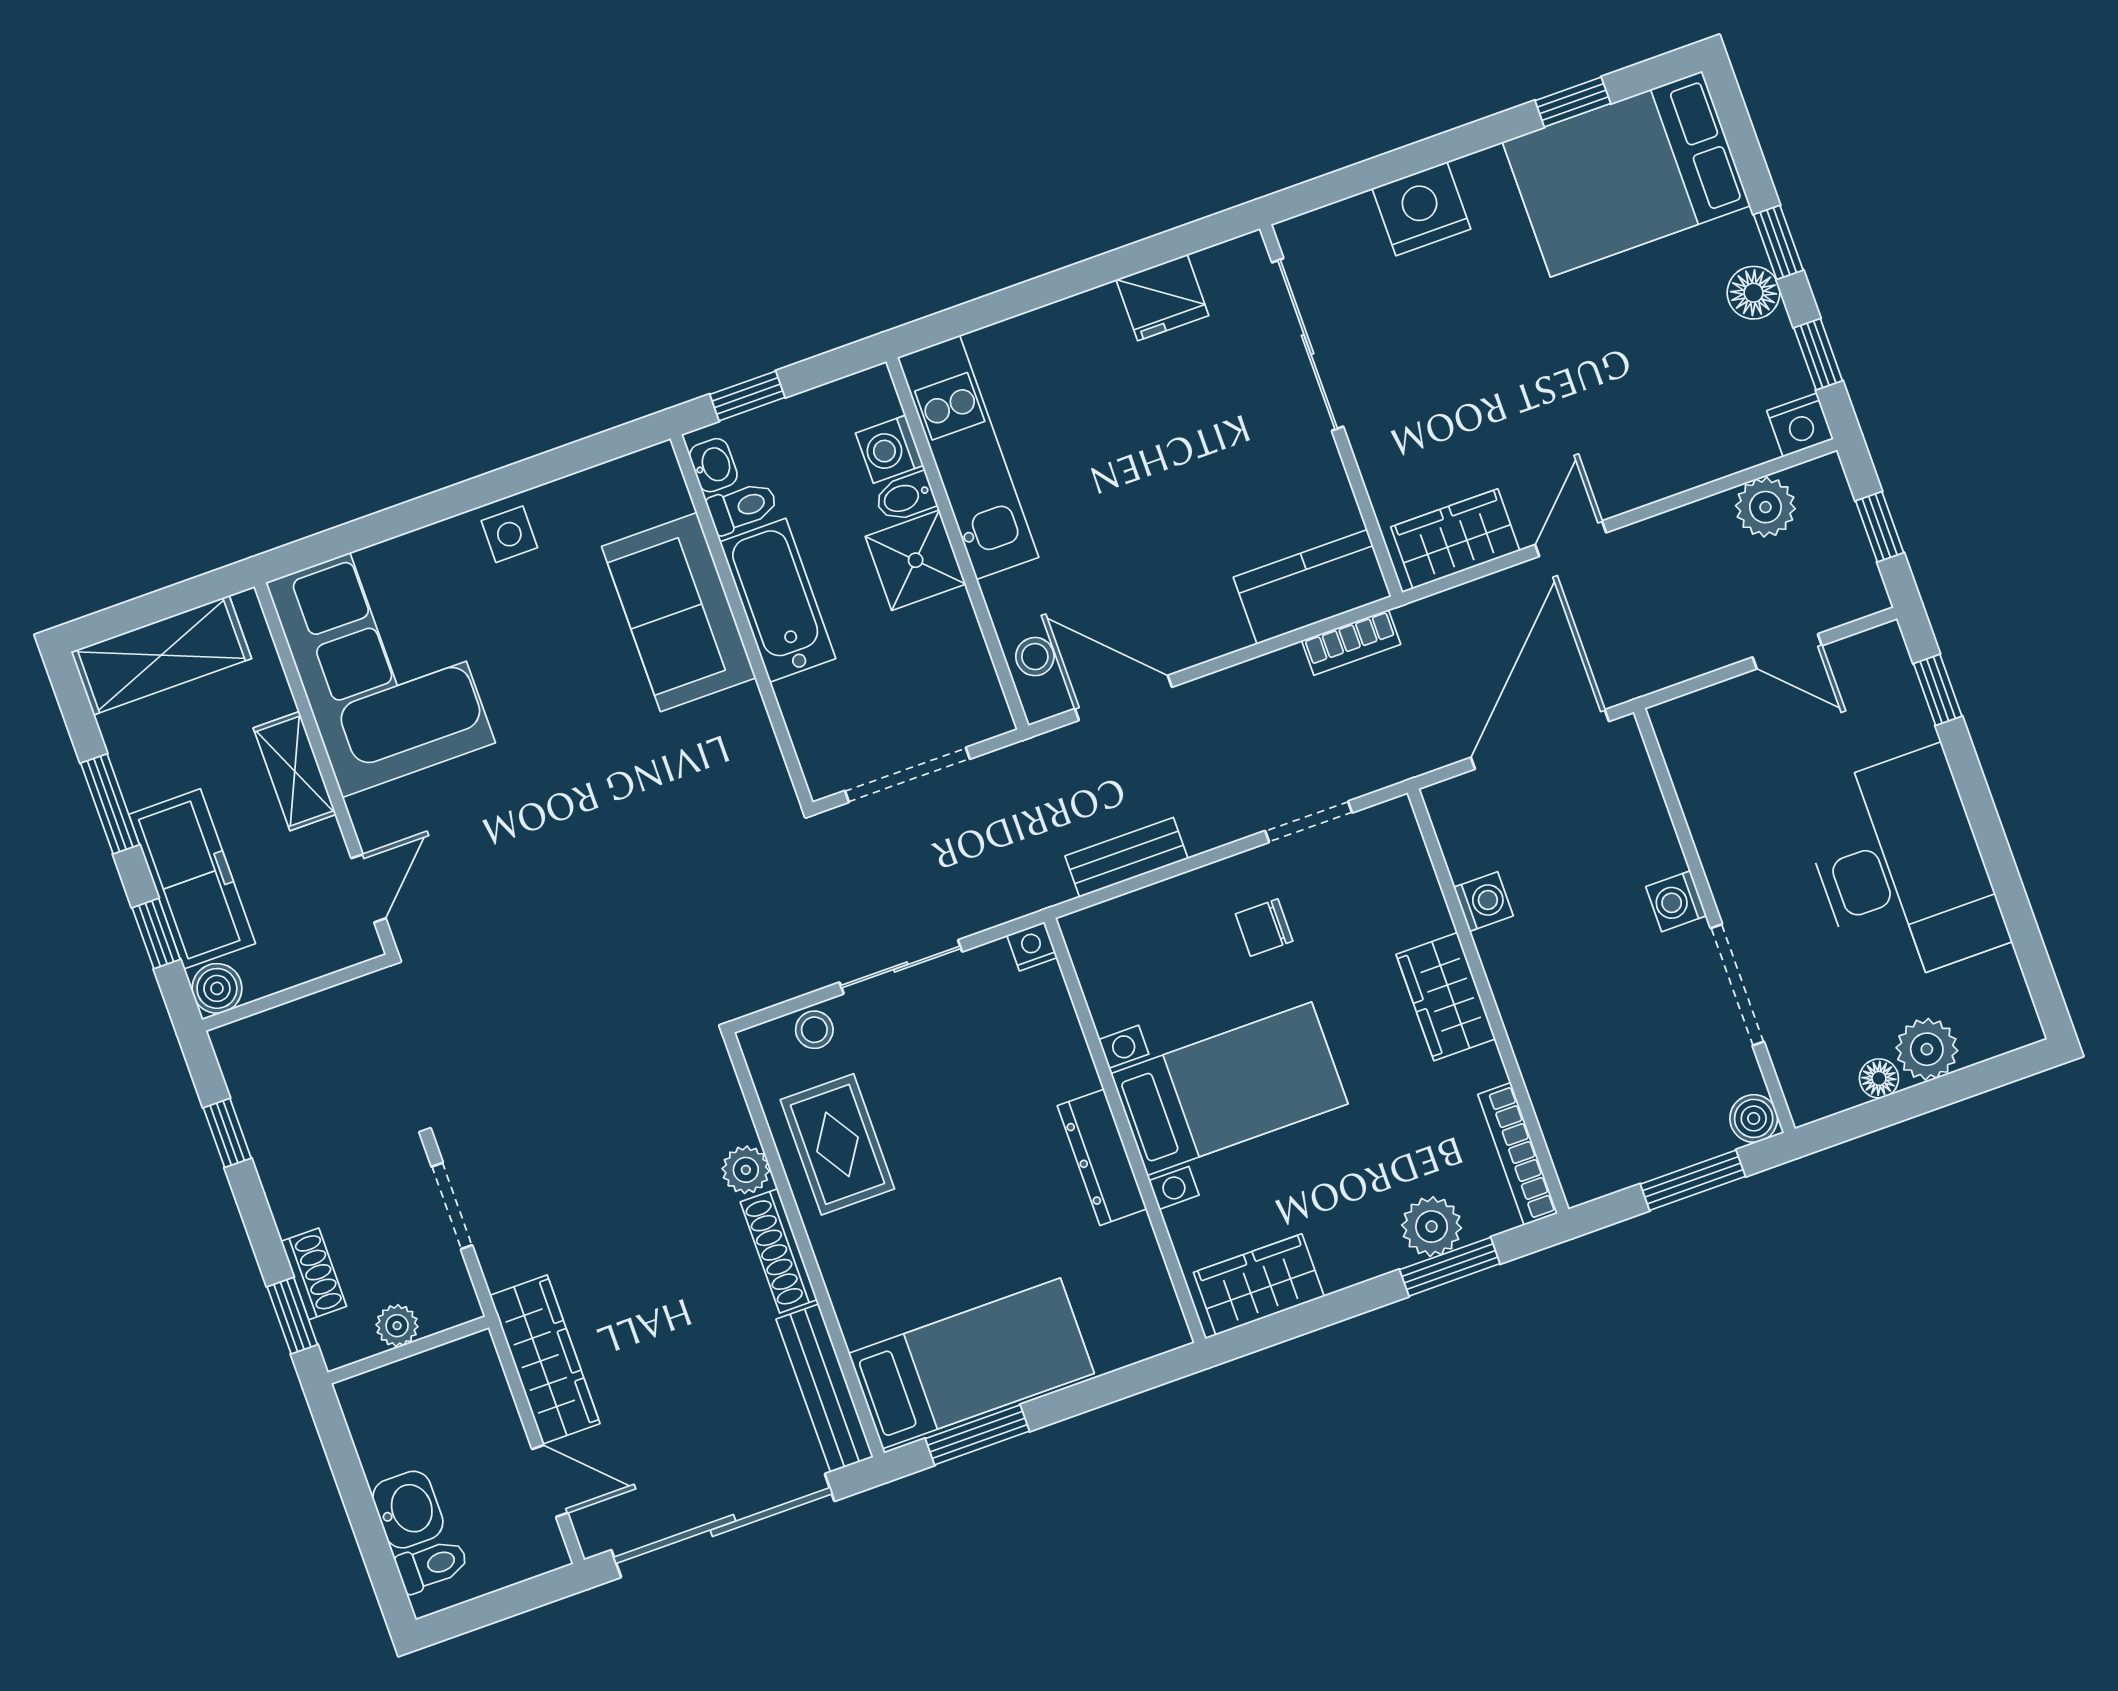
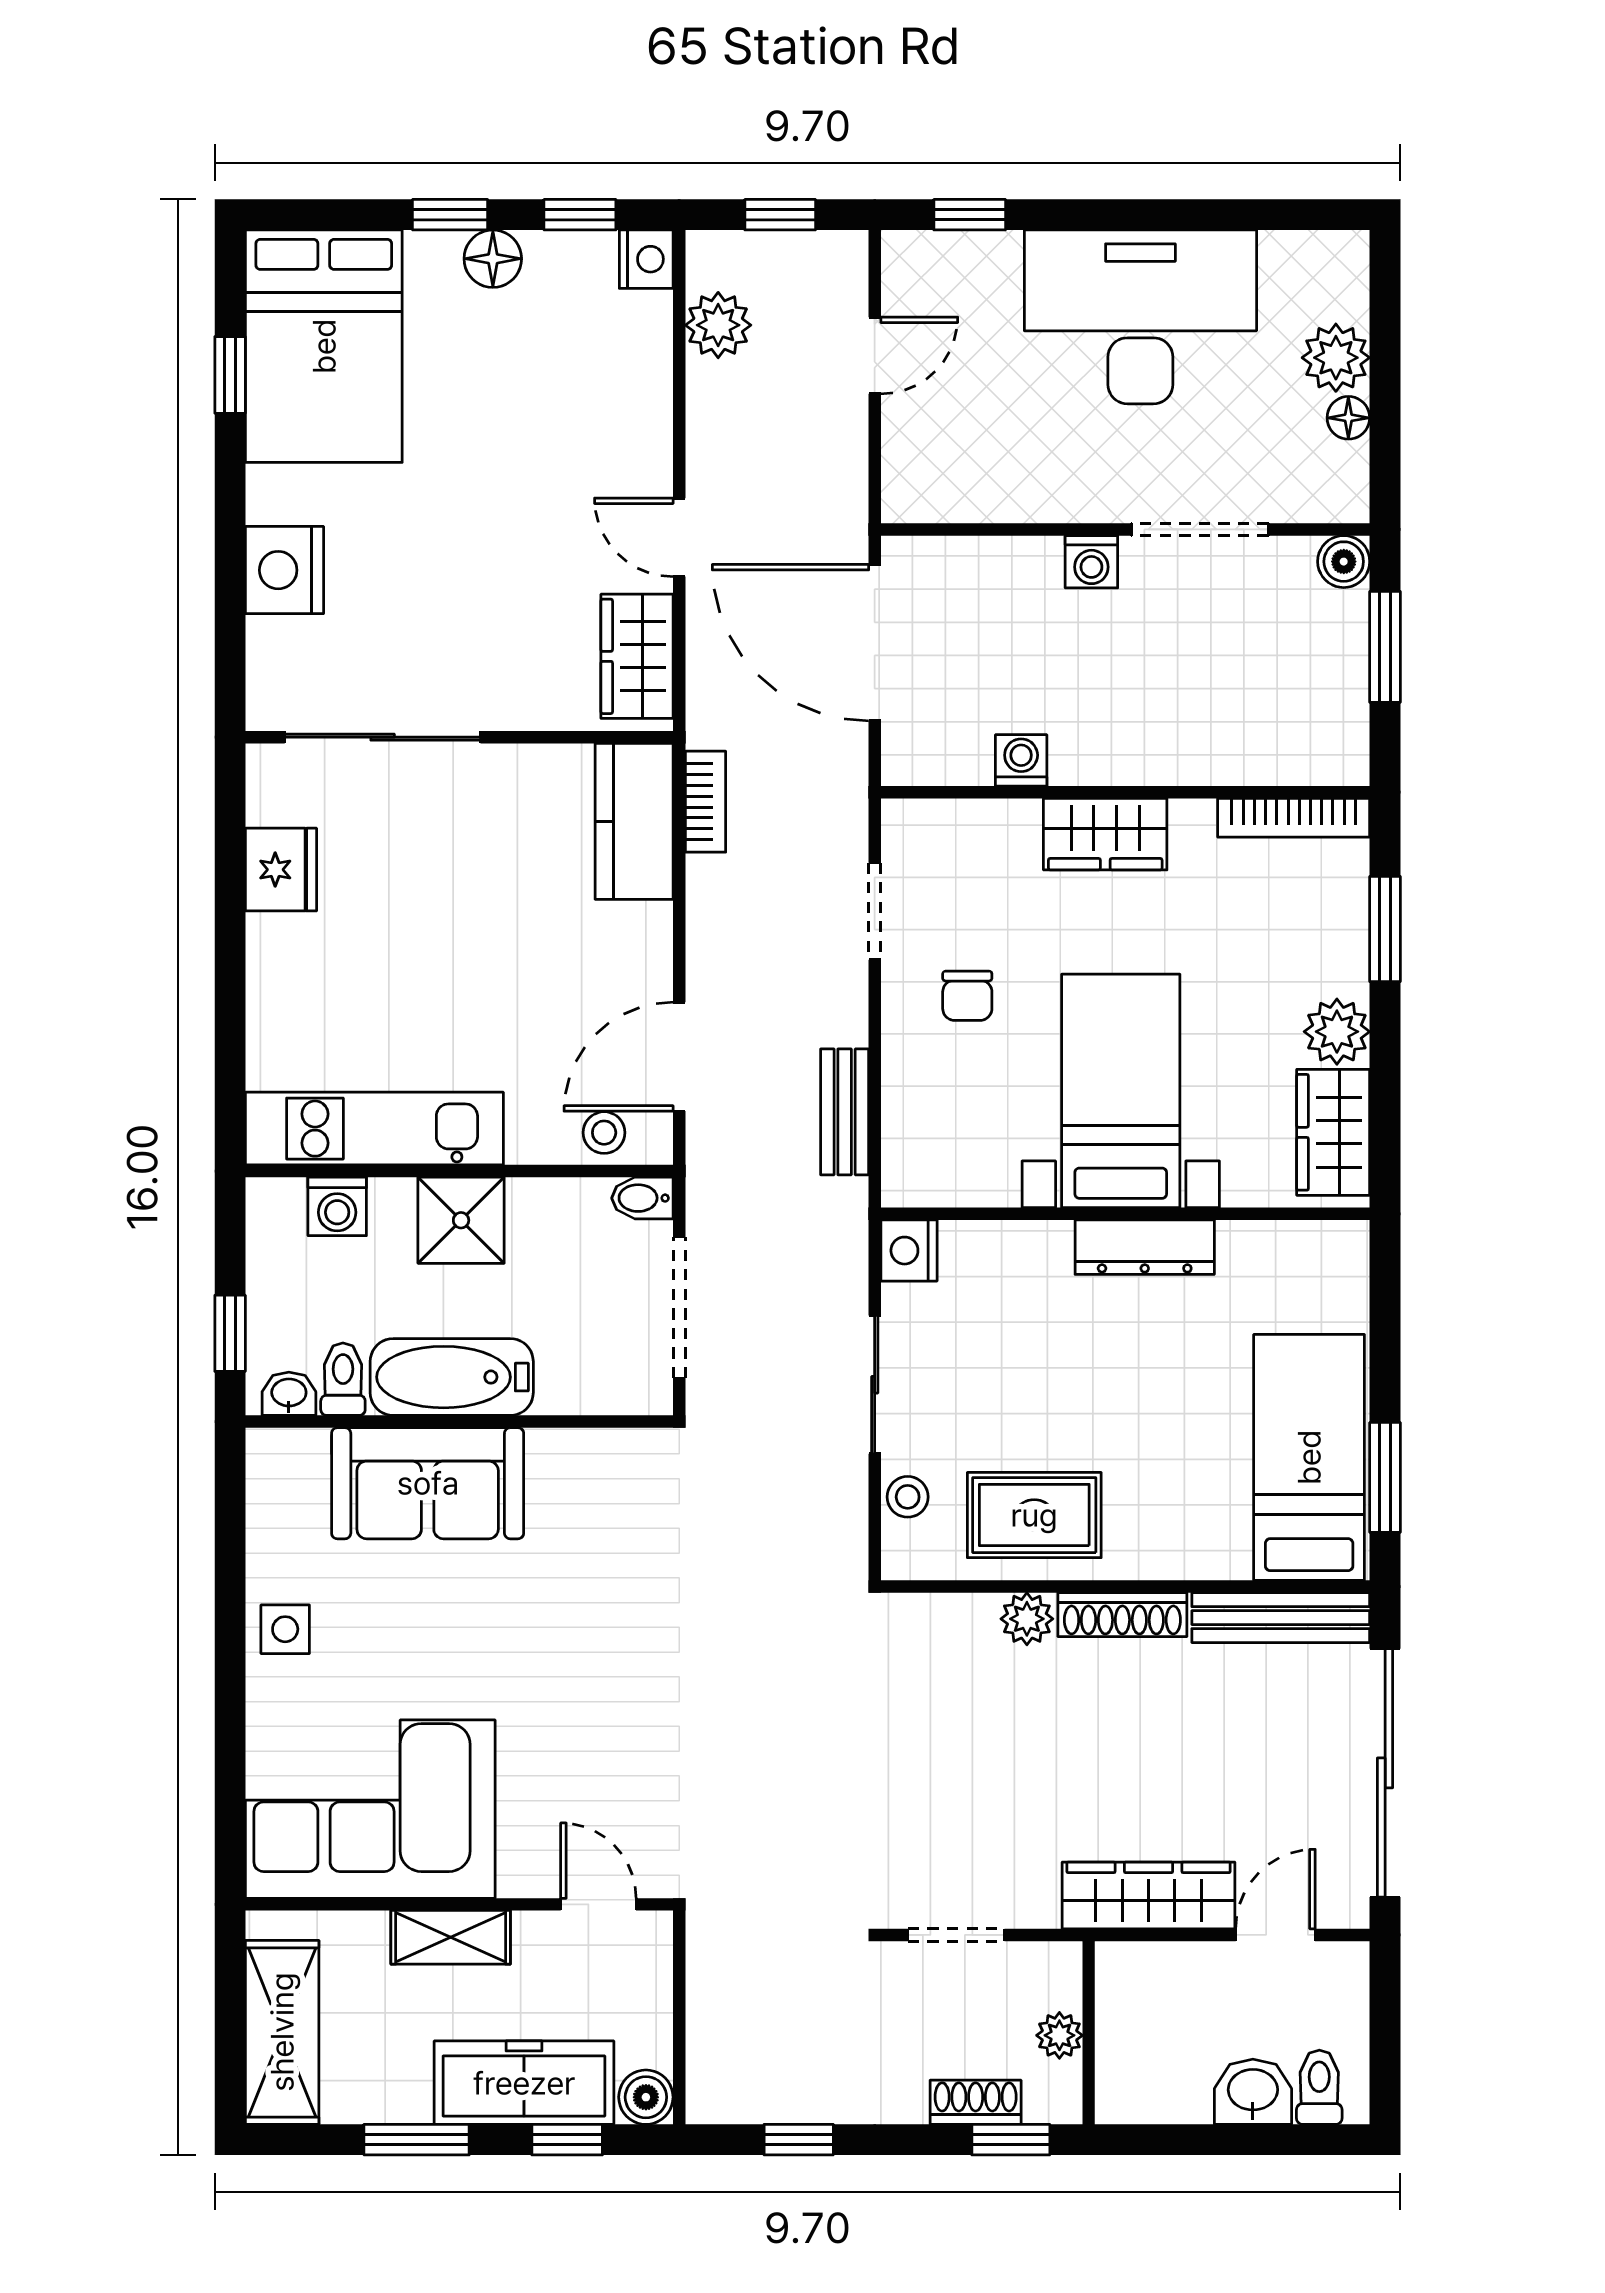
bidet: (905, 497) -> (642, 1198), moved, turned 90
nightstand: (1032, 946) -> (909, 1251), width x1.39, depth x1.35
plant: (1432, 1227) -> (1337, 1032), moved

